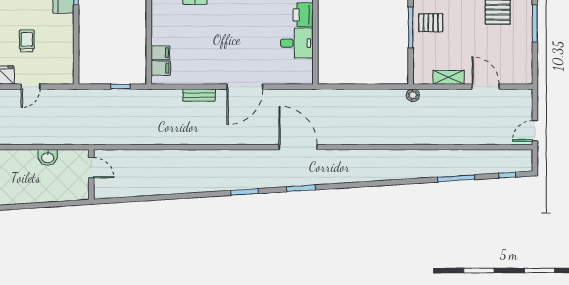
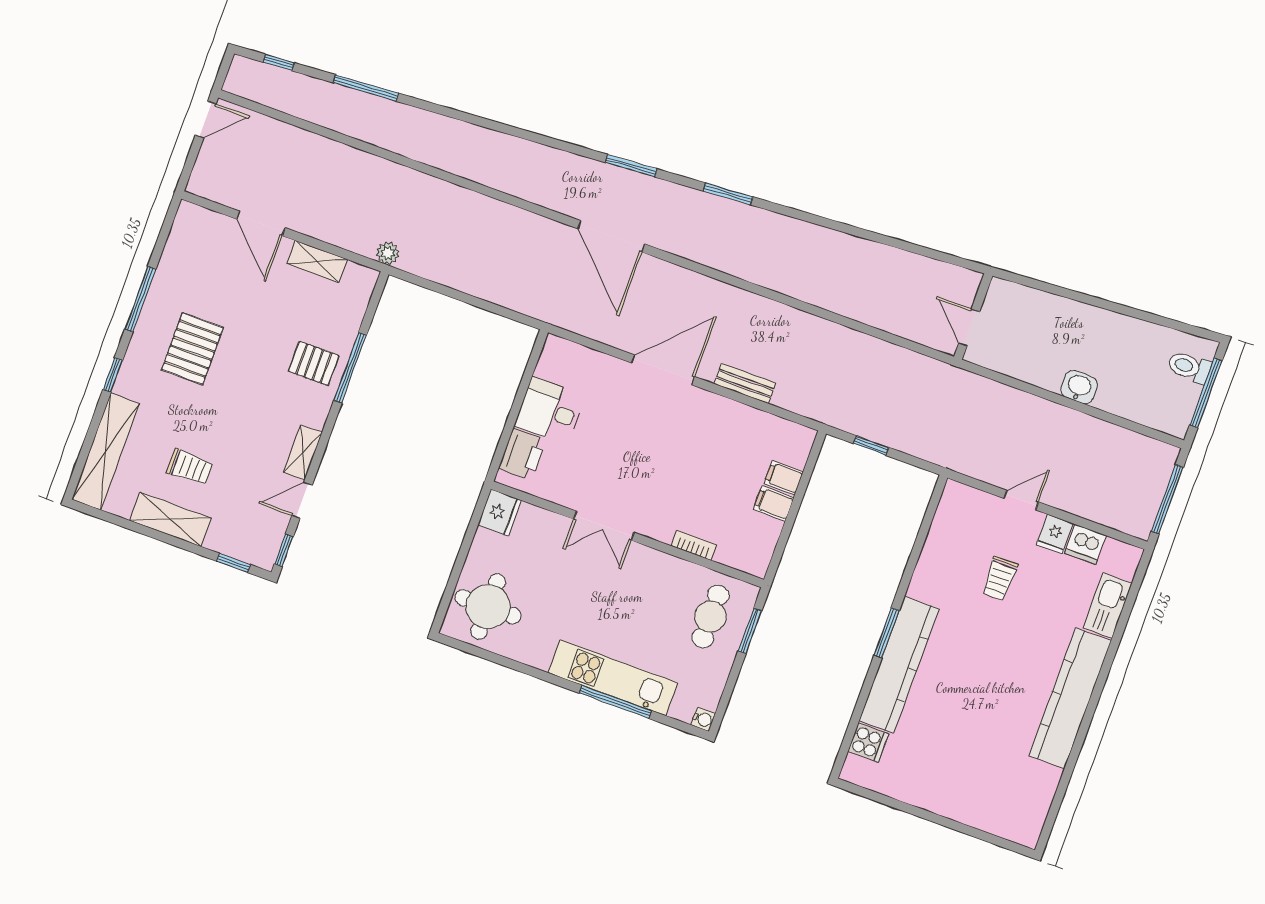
filing cabinet: (161, 68) -> (774, 503), moved
washbasin: (48, 157) -> (1079, 387), moved

